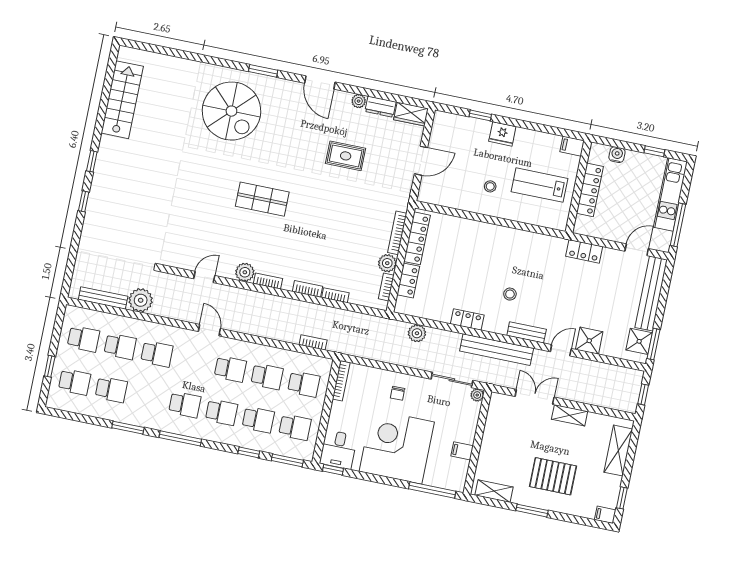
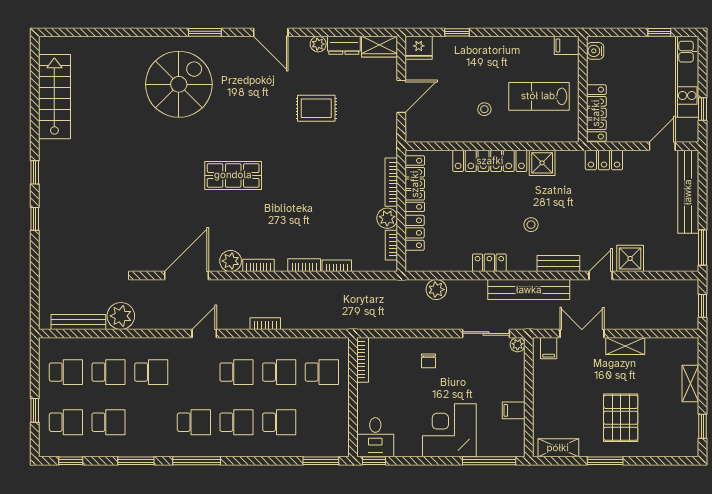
spiral stairs: (231, 111) -> (179, 84), turned -90
fridge: (502, 134) -> (419, 48), moved
water cooler: (617, 155) -> (595, 51), moved, turned -90
locker: (590, 190) -> (596, 113), moved
window: (678, 225) -> (702, 109), width x0.46
locker: (486, 232) -> (490, 161), added
door: (204, 277) -> (186, 276), width x1.88
door: (209, 330) -> (204, 333), hinge flipped
shower: (639, 341) -> (542, 163), moved
bookcase: (313, 342) -> (265, 324), moved
school desk: (295, 427) -> (322, 422), removed
corner desk: (397, 447) -> (449, 430), width x0.74, depth x0.74
shelving: (618, 451) -> (690, 383), width x0.67, depth x0.75
window: (249, 452) -> (71, 461), moved
pallet: (553, 476) -> (621, 418), turned 90
filing cabinet: (605, 515) -> (549, 348), moved, turned -90

